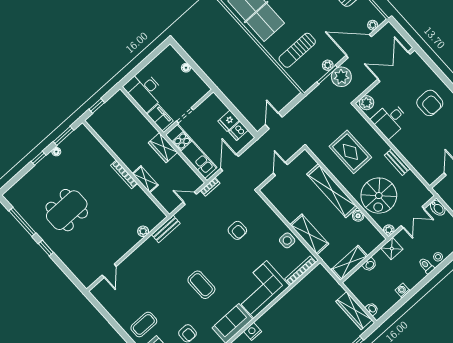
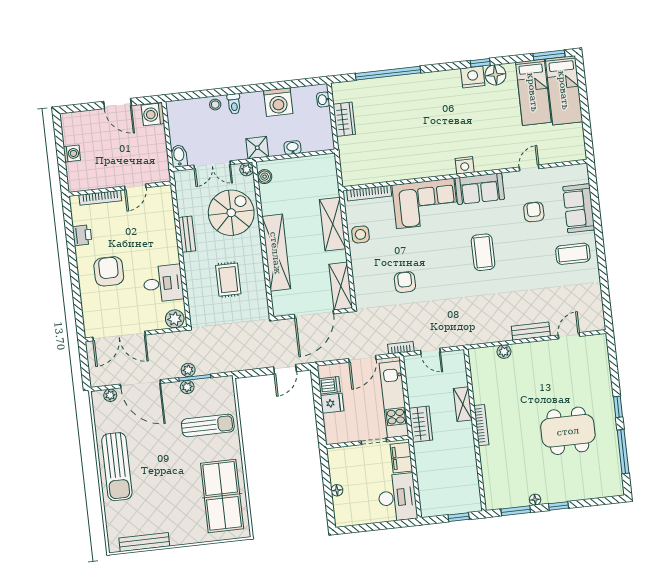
plant: (341, 77) -> (188, 370), width x0.53, depth x0.53
rug: (350, 152) -> (228, 280), width x0.73, depth x0.70
door: (280, 169) -> (314, 314), width x1.88
boiler: (358, 216) -> (265, 177), moved
double door: (413, 217) -> (212, 165), swing flipped
bench: (166, 229) -> (531, 331), moved
shelving: (349, 263) -> (341, 286), moved, turned 90
washing machine: (402, 291) -> (278, 102), width x1.89, depth x1.89
wardrobe: (354, 311) -> (344, 119), width x0.67

